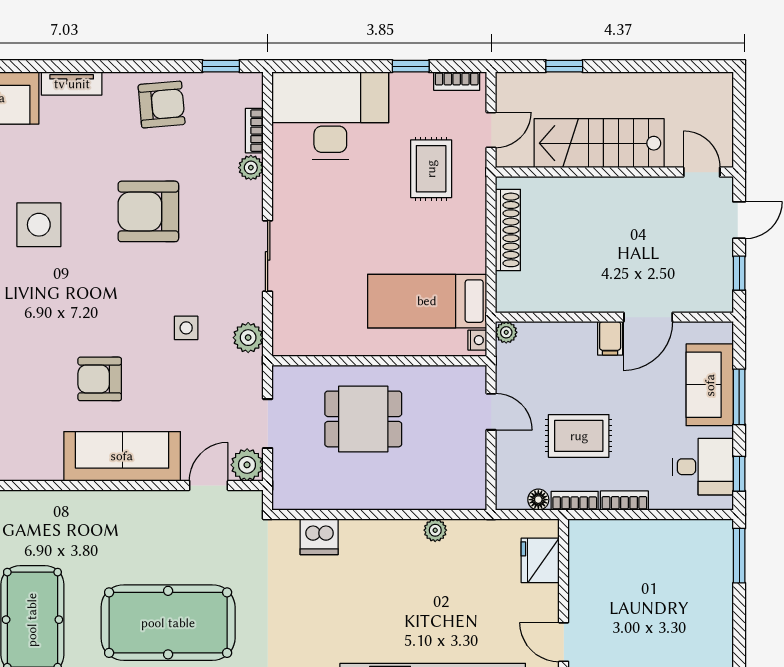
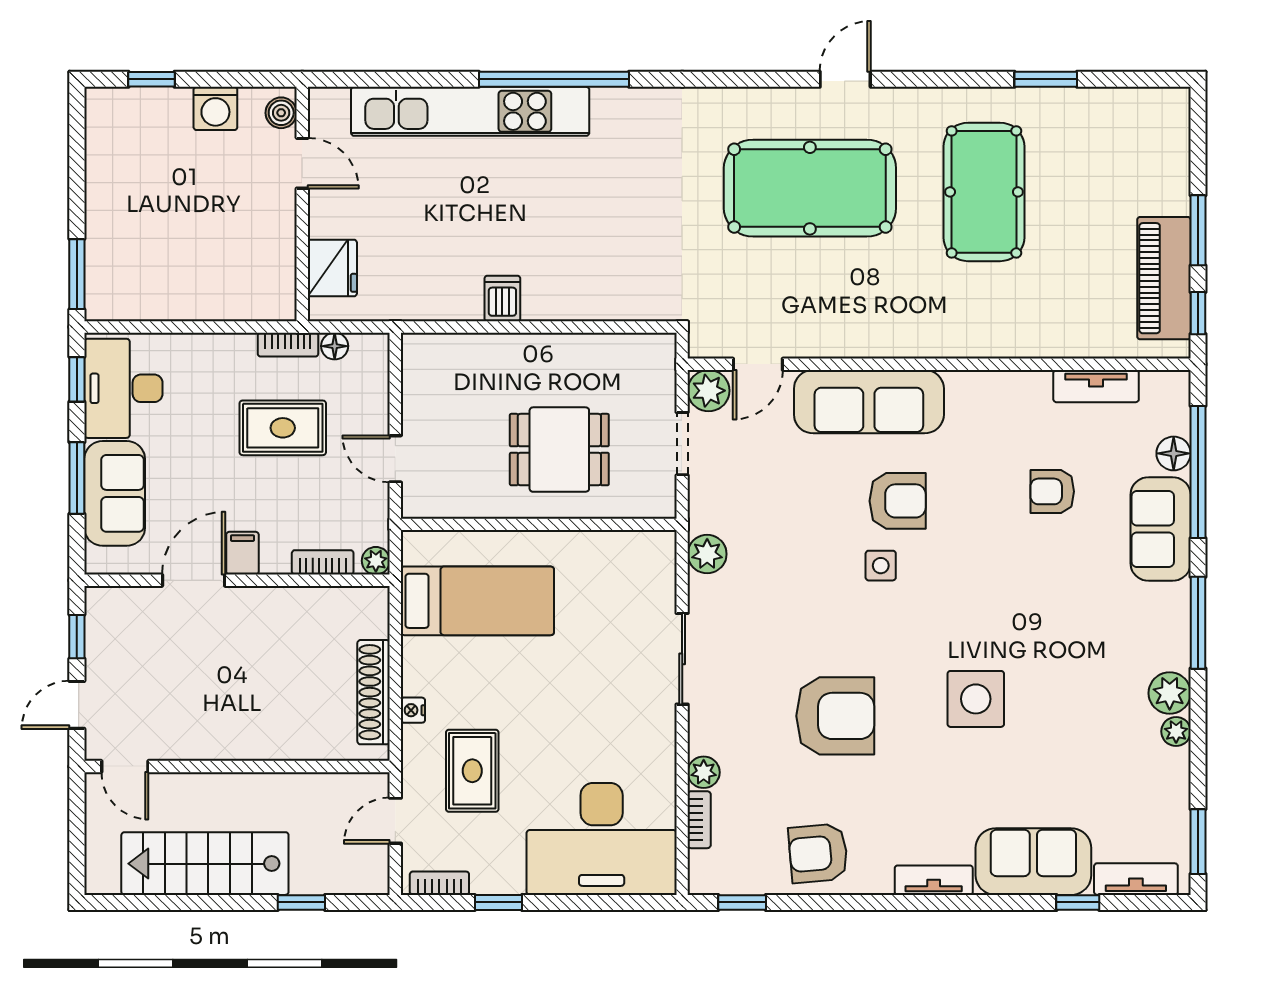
stairs: (599, 143) -> (205, 864), moved, turned 180
side table: (186, 328) -> (881, 566), moved
nightstand: (477, 340) -> (413, 710), moved
desk: (703, 467) -> (123, 388), width x1.37
bookcase: (624, 501) -> (323, 562), moved, turned 180
plant: (435, 530) -> (467, 307), removed
dishwasher: (319, 537) -> (502, 298), moved, width x0.73

